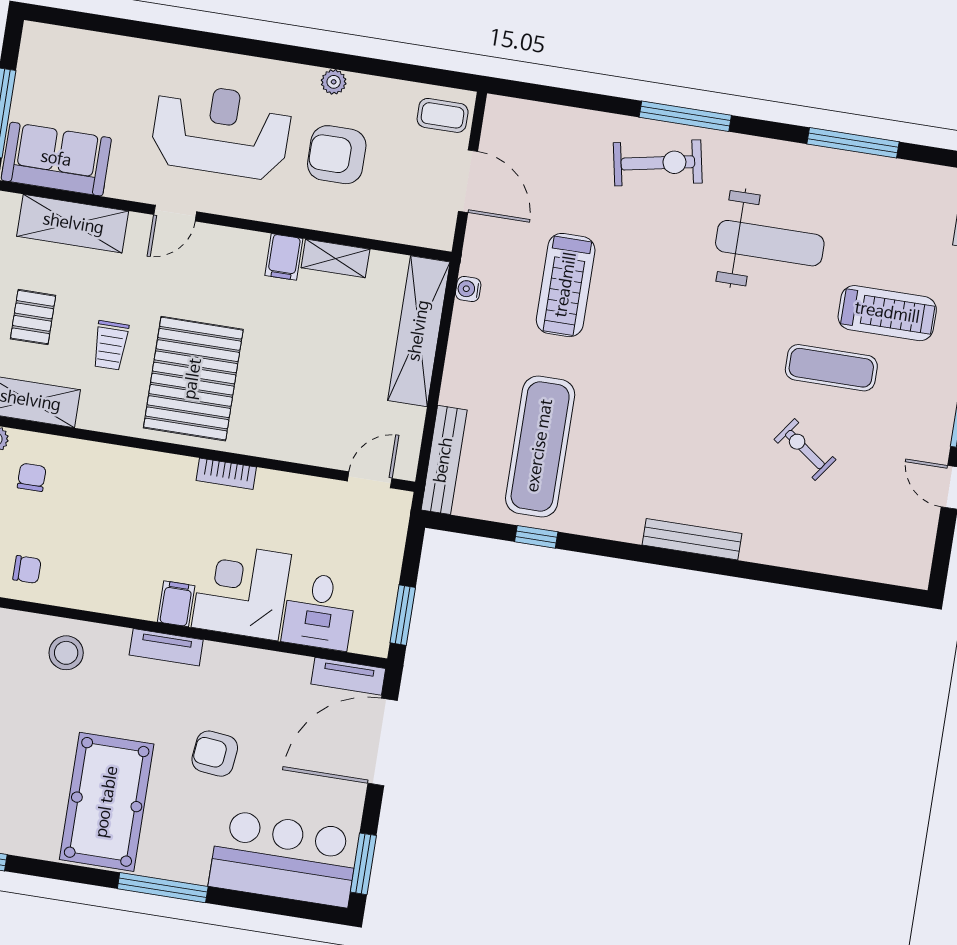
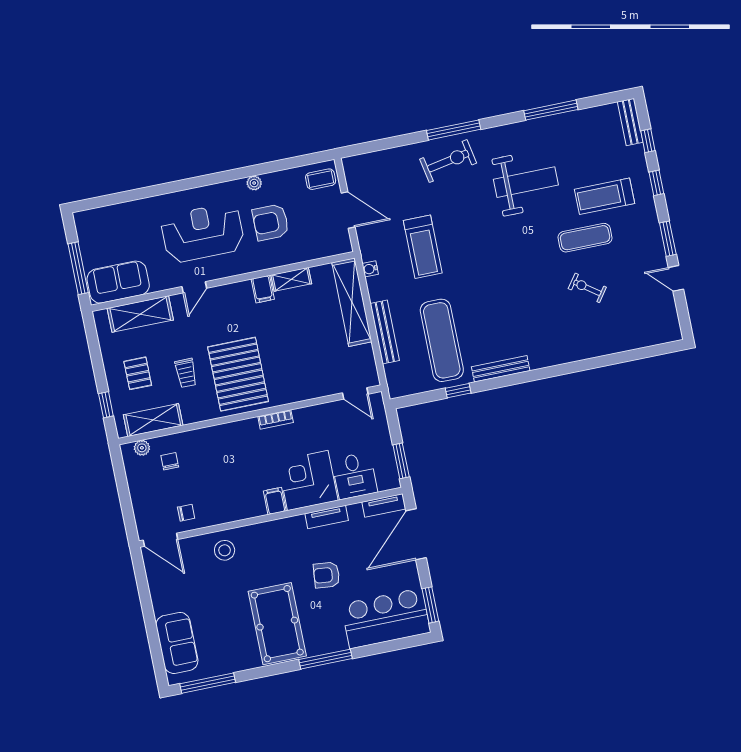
treadmill: (887, 313) -> (604, 196), turned 180
bench: (444, 460) -> (385, 332), moved
door: (370, 480) -> (355, 393), swing flipped
bench: (692, 539) -> (501, 369), moved
tv unit: (166, 647) -> (327, 517), moved

